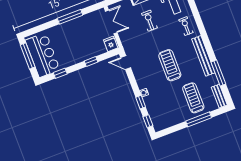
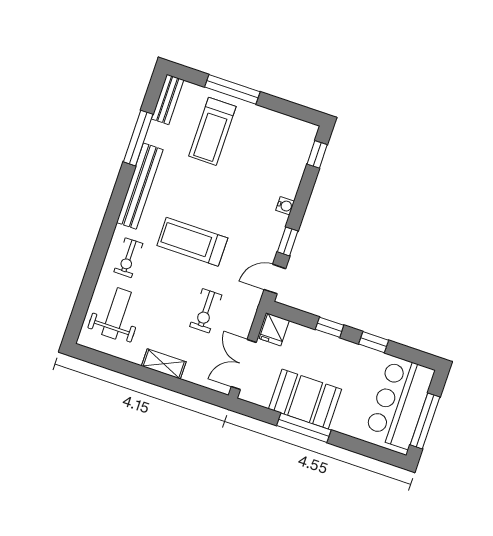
exercise bike: (149, 21) -> (206, 311), moved
booth: (78, 28) -> (305, 399), added
door: (126, 63) -> (275, 279), swing flipped
treadmill: (170, 65) -> (192, 242), moved, turned 90
window: (60, 73) -> (374, 342), moved
window: (141, 102) -> (288, 241), moved

